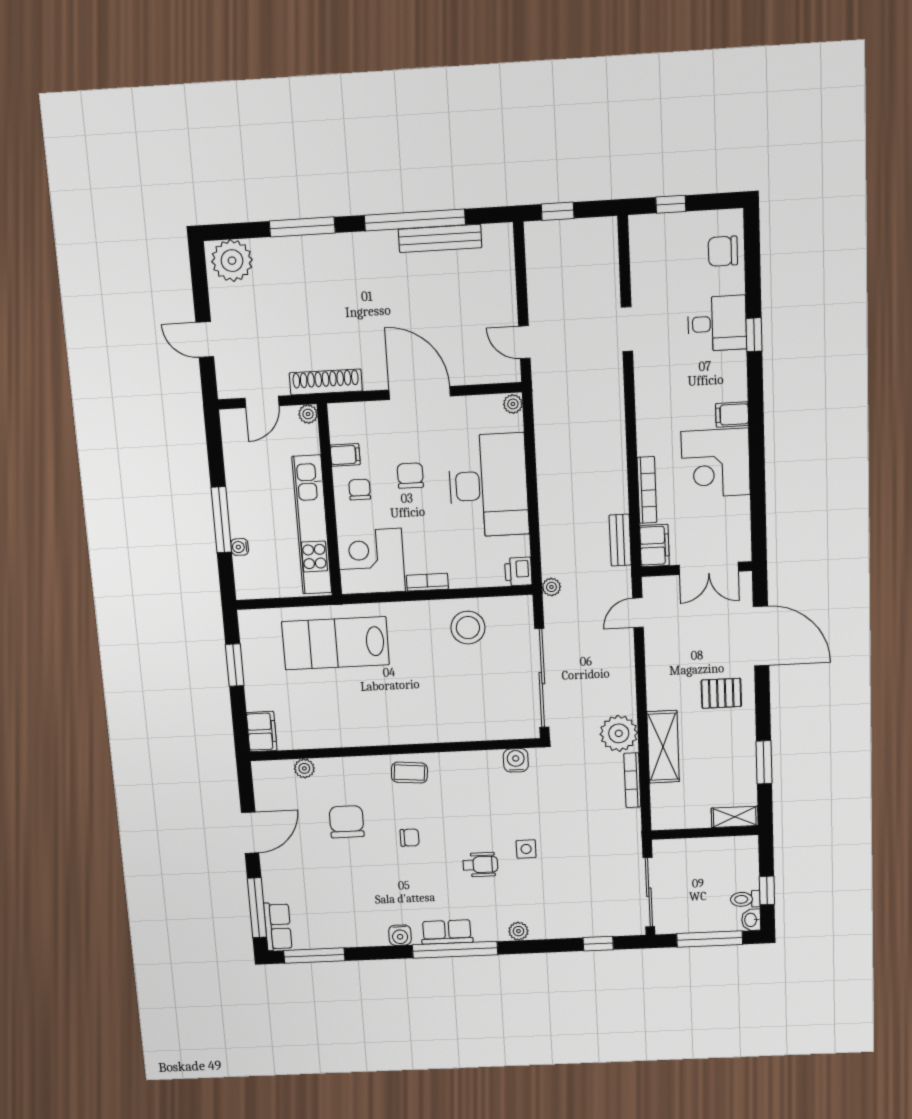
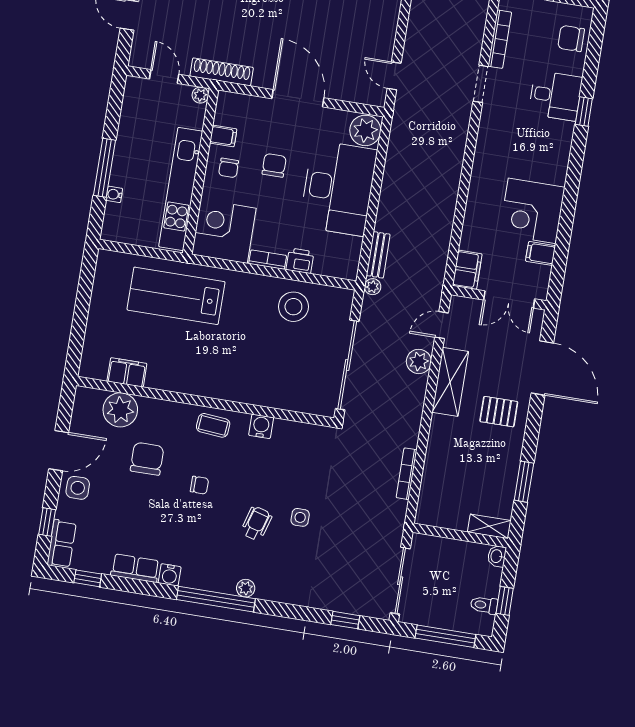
door: (262, 402) -> (164, 77), swing flipped
plant: (513, 404) -> (365, 130), width x1.87, depth x1.87
filing cabinet: (732, 415) -> (541, 253), moved
chair: (360, 490) -> (229, 168), turned 180
bookcase: (647, 490) -> (500, 39), moved
bench: (620, 540) -> (378, 255), moved
printer: (518, 572) -> (300, 261), moved, turned 90
window: (235, 665) -> (84, 296), removed
filing cabinet: (262, 732) -> (127, 372), moved, turned -90
plant: (619, 733) -> (419, 361), moved, width x0.73, depth x0.73
shelving: (663, 747) -> (450, 382), moved
water cooler: (516, 760) -> (261, 426), moved
plant: (304, 768) -> (120, 410), width x1.87, depth x1.87
wheelchair: (480, 865) -> (256, 523), turned -74
side table: (280, 867) -> (78, 488), added
window: (257, 908) -> (47, 522), width x0.46
washbasin: (751, 920) -> (497, 556), moved
plant: (518, 931) -> (246, 588), moved
row of seats: (447, 932) -> (135, 568), moved
window: (314, 956) -> (88, 578), width x0.46

